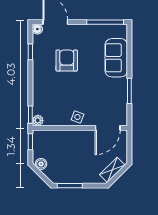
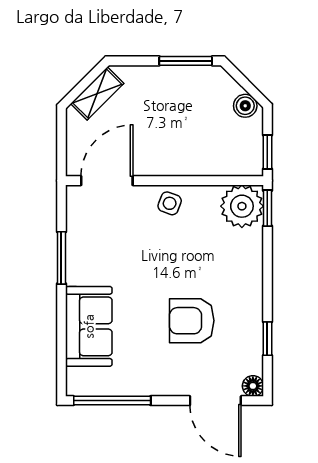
armchair: (67, 60) -> (192, 321), turned 90
plant: (38, 120) -> (242, 206), width x1.87, depth x1.87

